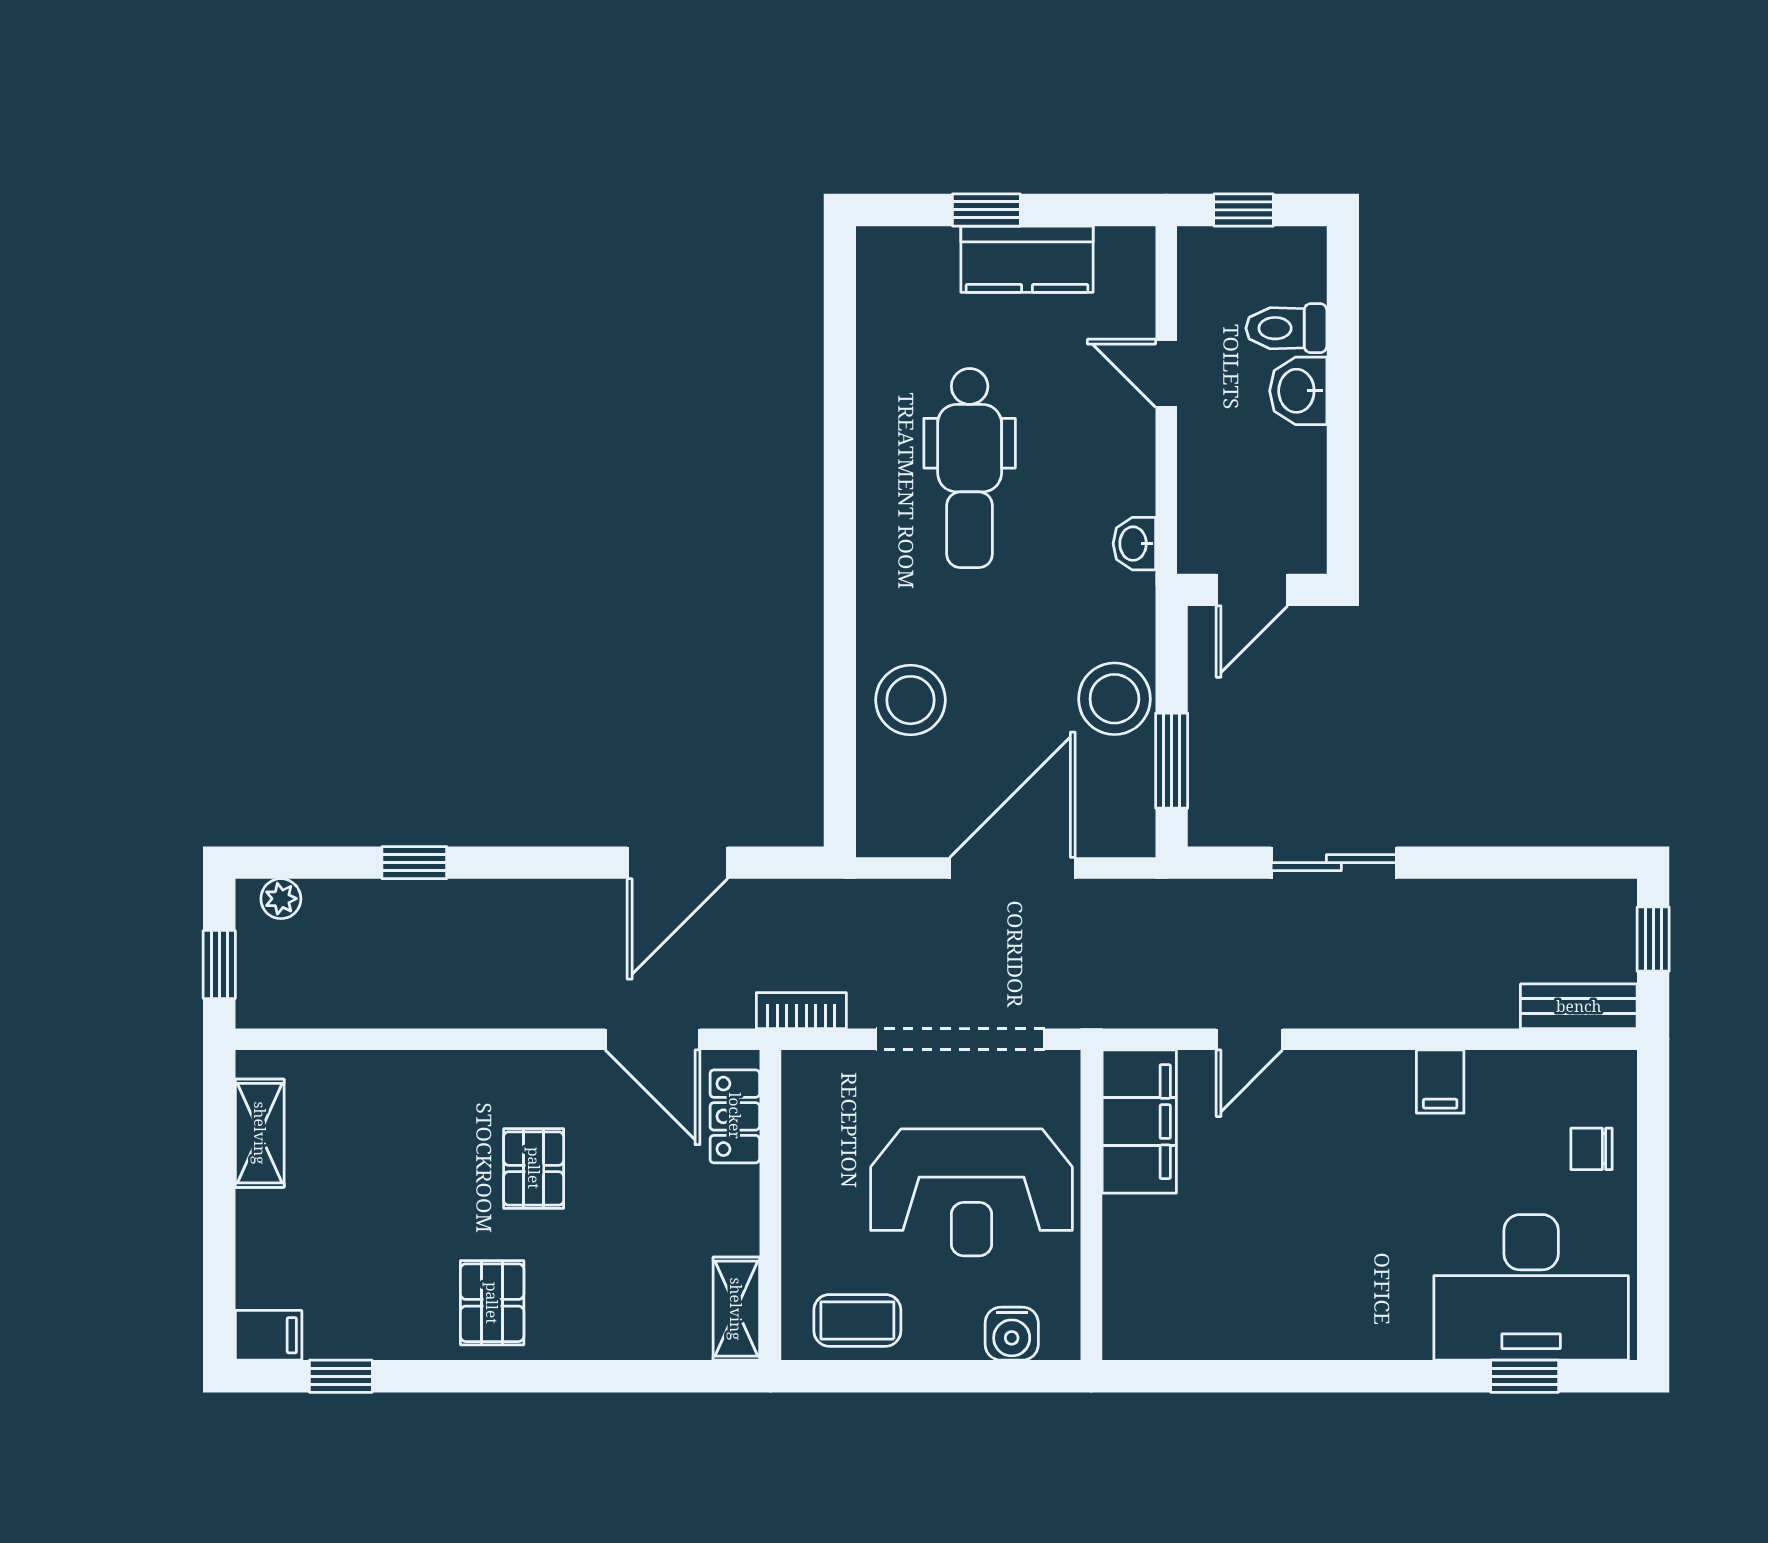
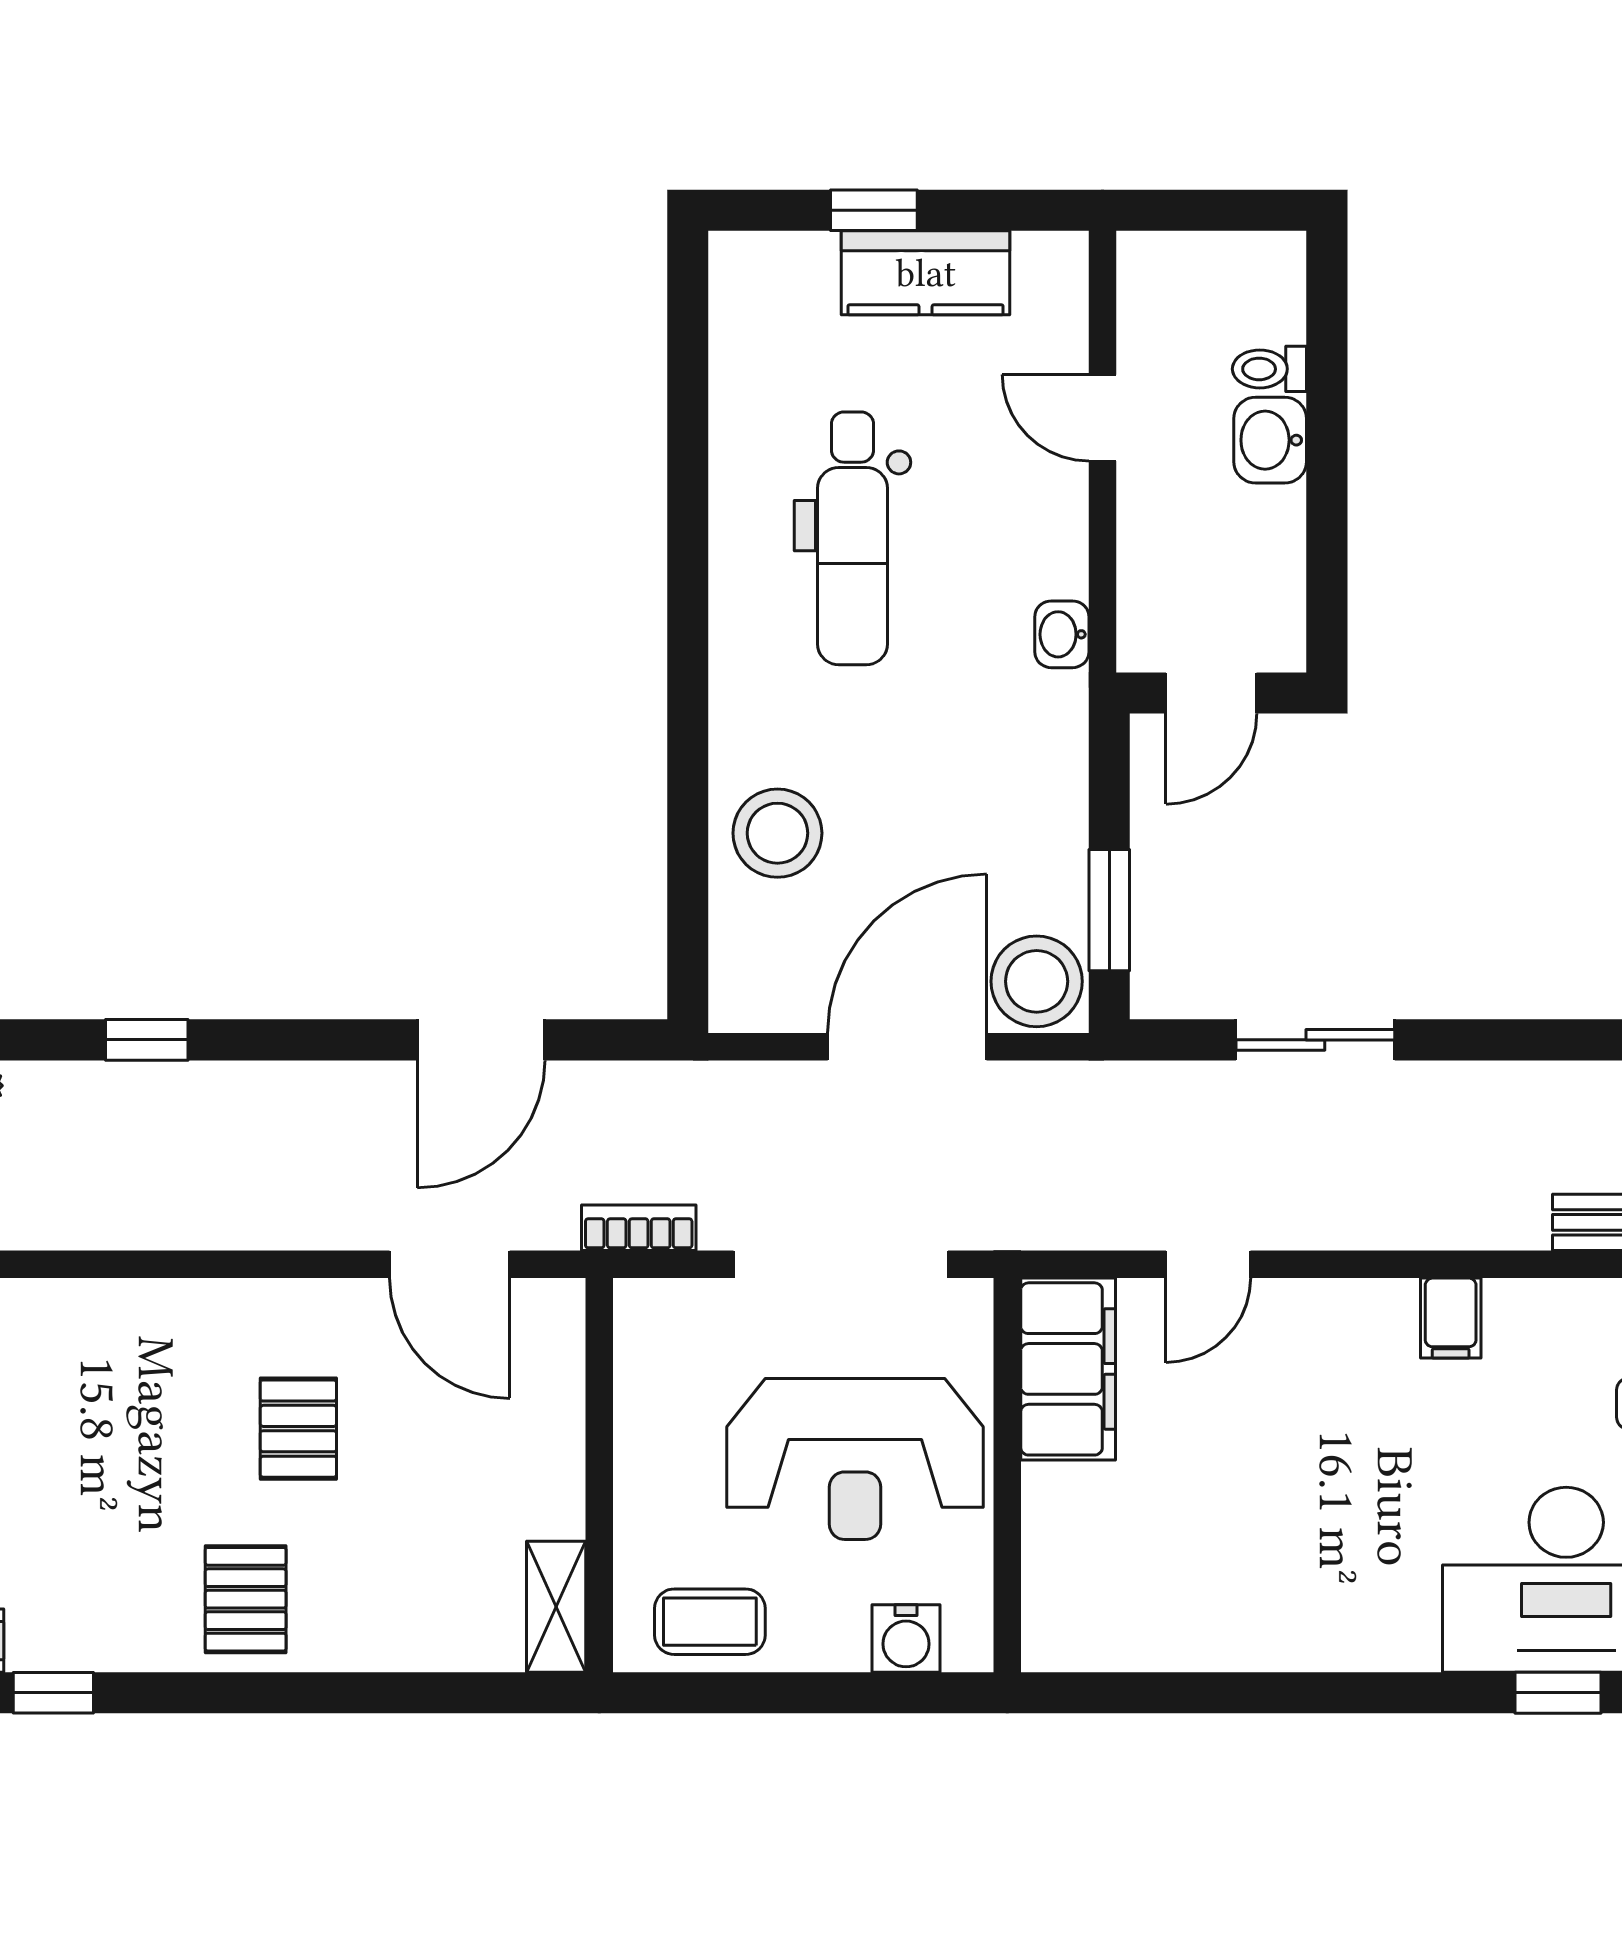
window: (1244, 210) -> (1201, 210), removed
toilet: (1286, 328) -> (1269, 369), width x0.73, depth x0.72
stool: (1114, 699) -> (1037, 981), moved
locker: (735, 1116) -> (554, 1362), removed

